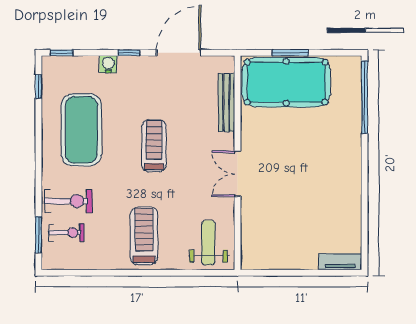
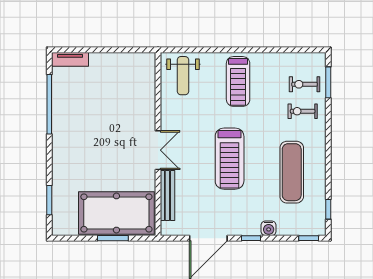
window: (365, 97) -> (49, 200), width x0.47
exercise mat: (81, 130) -> (292, 172), width x0.68
treadmill: (154, 146) -> (230, 159), width x1.37, depth x1.38
double door: (238, 174) -> (158, 150), moved
exercise bike: (69, 201) -> (303, 111), width x0.73, depth x0.72
window: (365, 209) -> (49, 104), added

